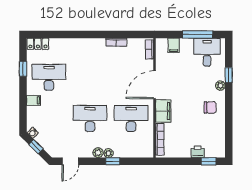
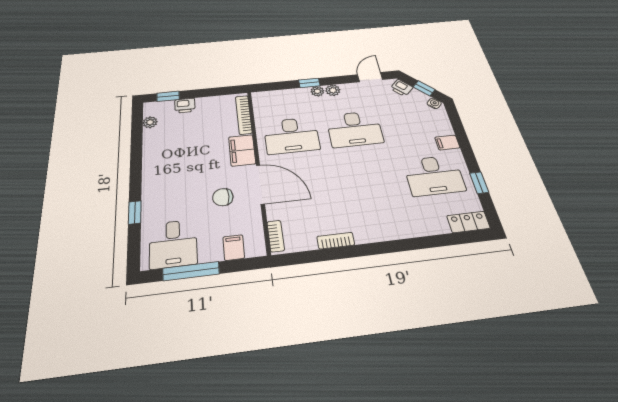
door: (155, 85) -> (260, 184), hinge flipped
plant: (220, 86) -> (150, 122), moved
chair: (210, 107) -> (223, 197), moved
printer: (51, 149) -> (402, 88), added

